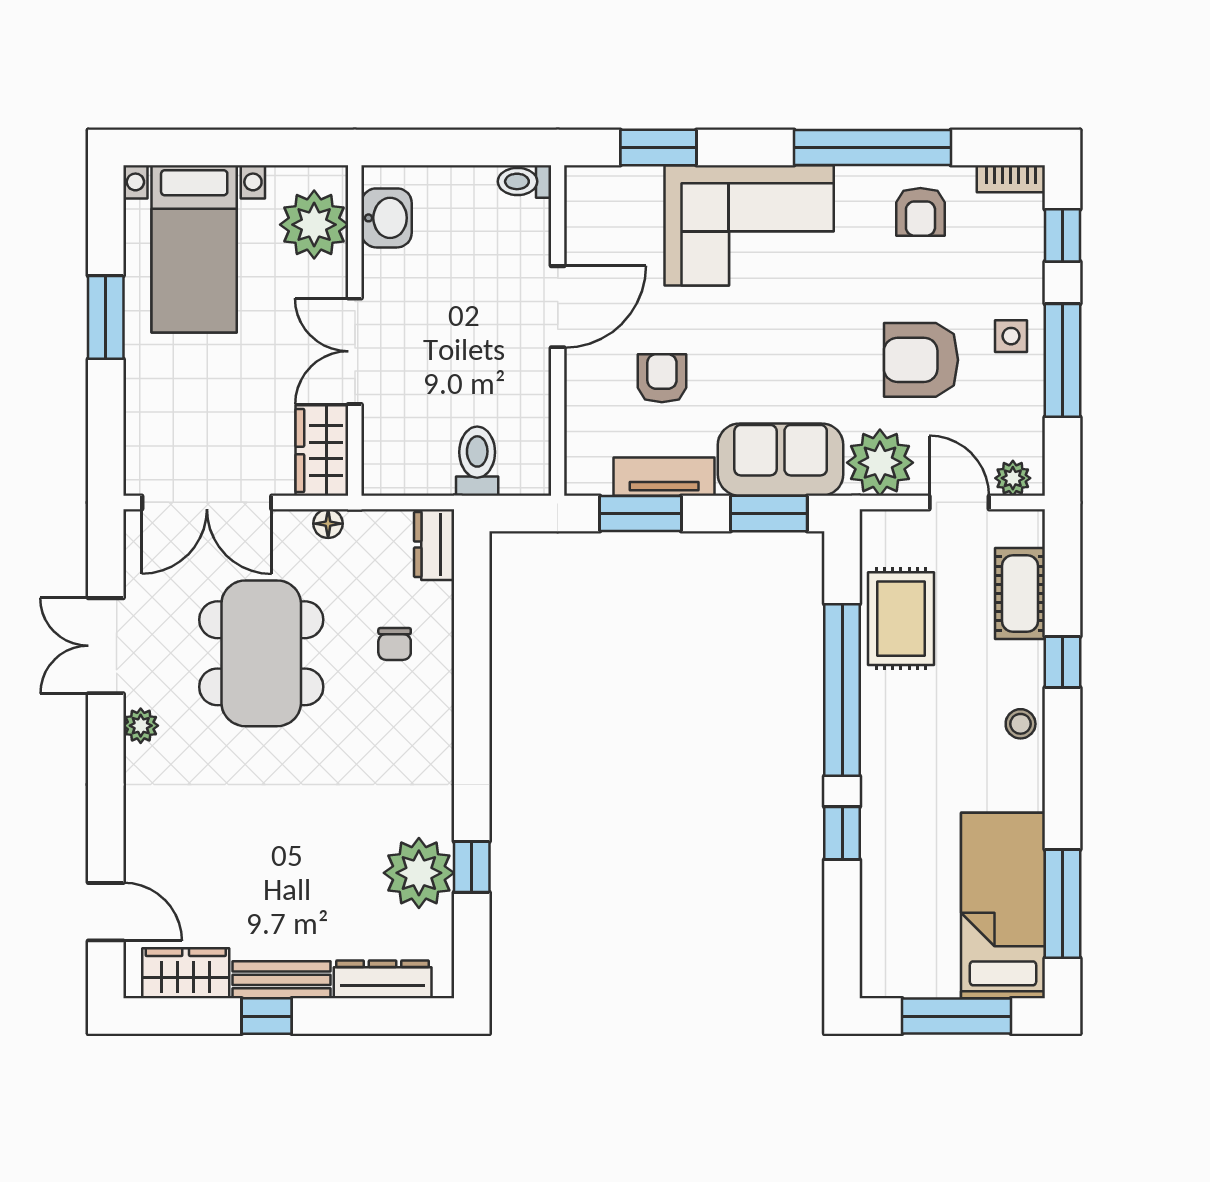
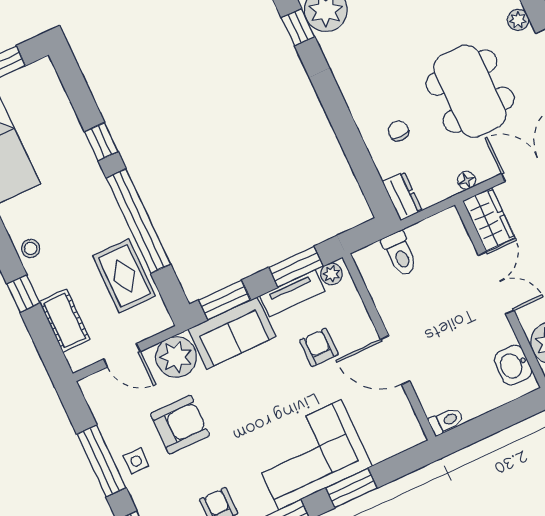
window: (658, 148) -> (351, 488), moved
door: (558, 307) -> (395, 360), hinge flipped
armchair: (662, 378) -> (319, 347), turned 180
plant: (1013, 478) -> (332, 274), moved

